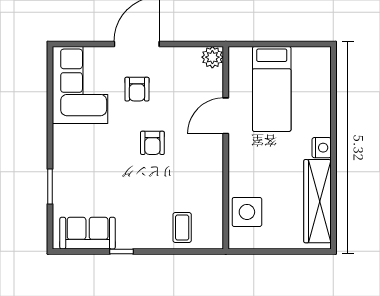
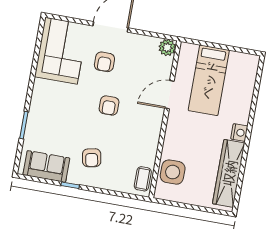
armchair: (142, 212) -> (92, 158), added
coffee table: (182, 228) -> (143, 179), moved

